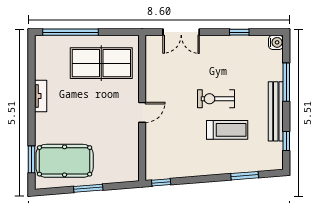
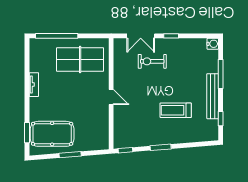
window: (239, 32) -> (171, 36), moved
exercise bike: (216, 99) -> (152, 61), moved
door: (142, 112) -> (111, 97), hinge flipped
treadmill: (227, 130) -> (176, 110), turned 180
window: (245, 176) -> (161, 147), moved

